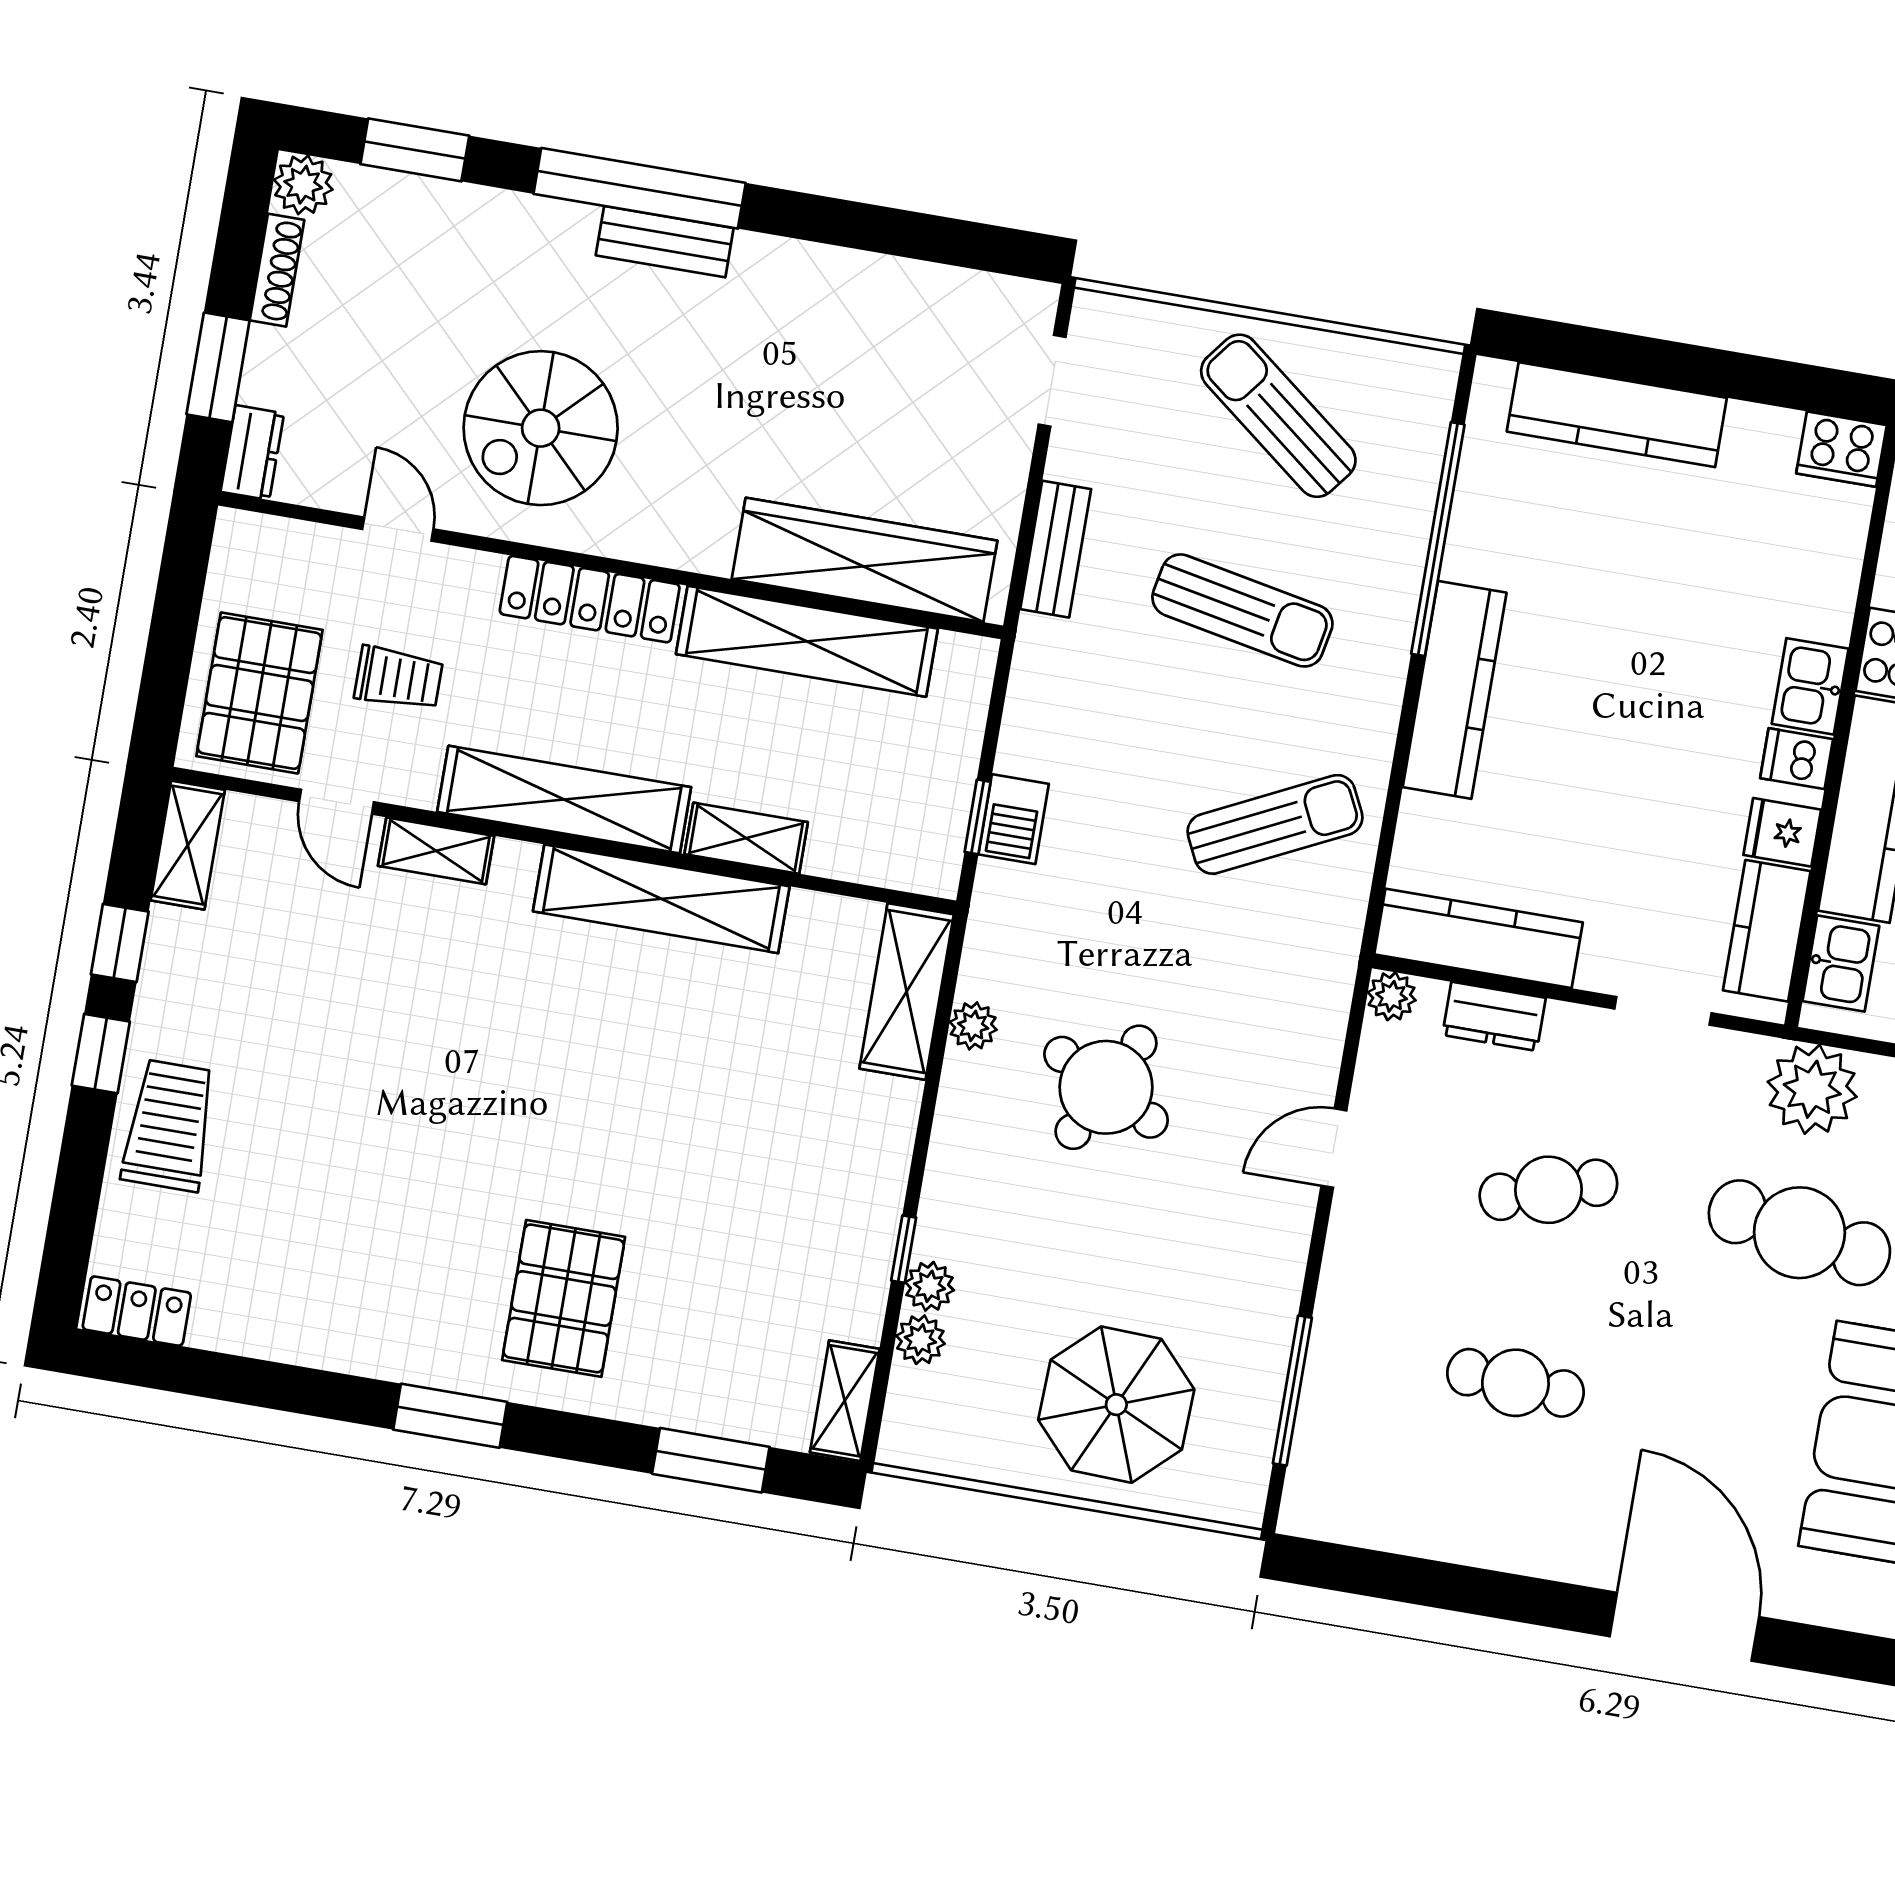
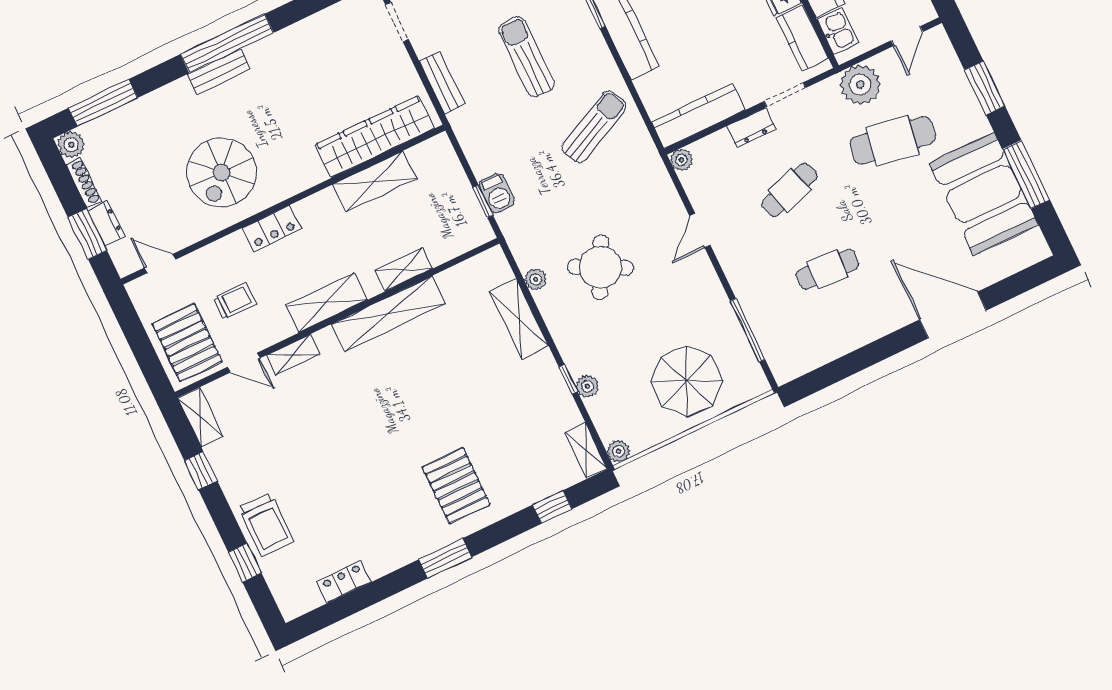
window: (415, 150) -> (103, 103), width x1.44
window: (640, 188) -> (227, 43), moved
dresser: (252, 453) -> (106, 223), moved
door: (398, 529) -> (160, 264), moved
locker: (590, 599) -> (271, 228), width x0.66
sun lounger: (1242, 610) -> (527, 57), turned -101
shelving: (807, 641) -> (375, 181), width x0.68
shelving: (564, 800) -> (327, 303), width x0.68
shelving: (907, 992) -> (519, 319), moved
dresser: (1494, 1016) -> (751, 128), moved
window: (101, 1054) -> (245, 563), moved
trolley: (169, 1126) -> (266, 525), turned 180
locker: (137, 1311) -> (344, 582), moved
plant: (920, 1340) -> (618, 451), moved
window: (711, 1460) -> (552, 507), width x0.67

